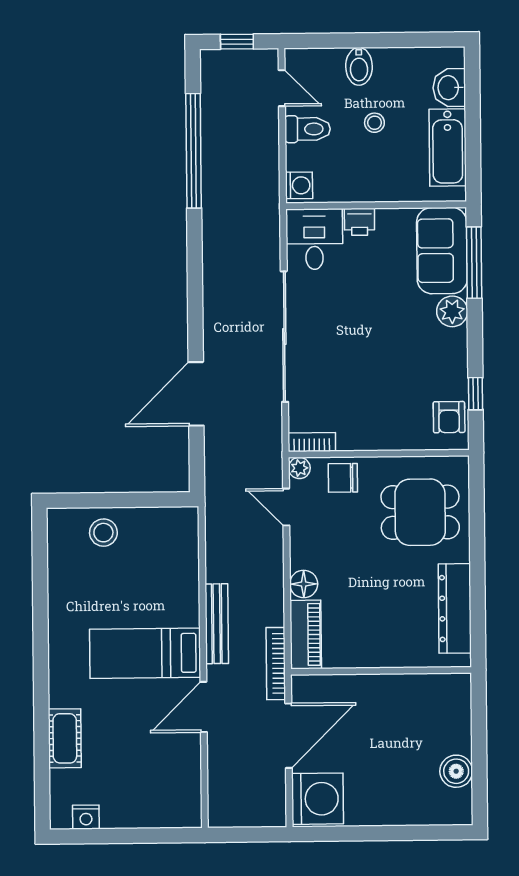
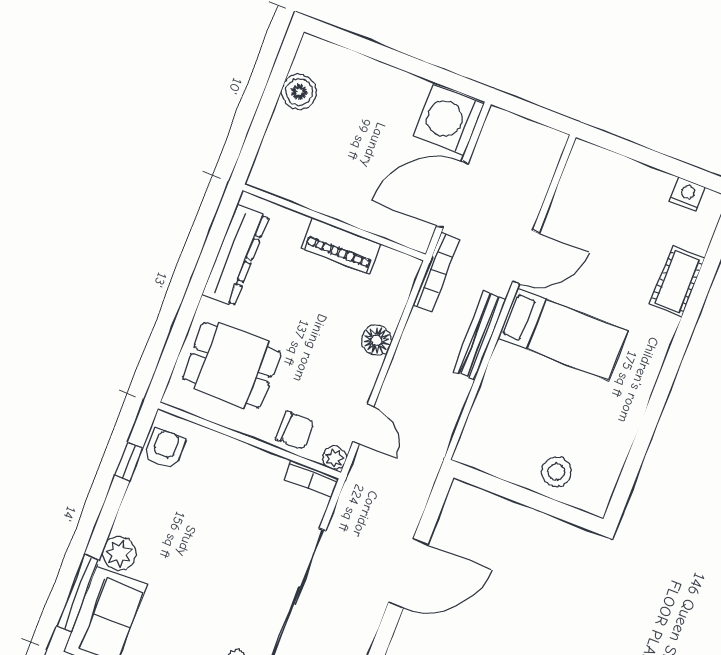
piano: (306, 634) -> (341, 246), moved, turned -90

